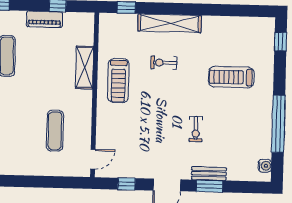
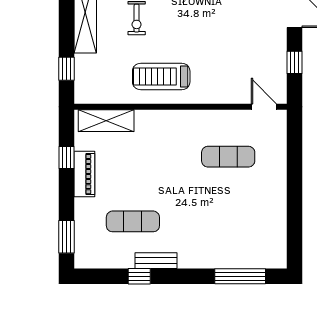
shelving: (85, 67) -> (106, 121), moved
treadmill: (118, 81) -> (161, 77), turned 180

